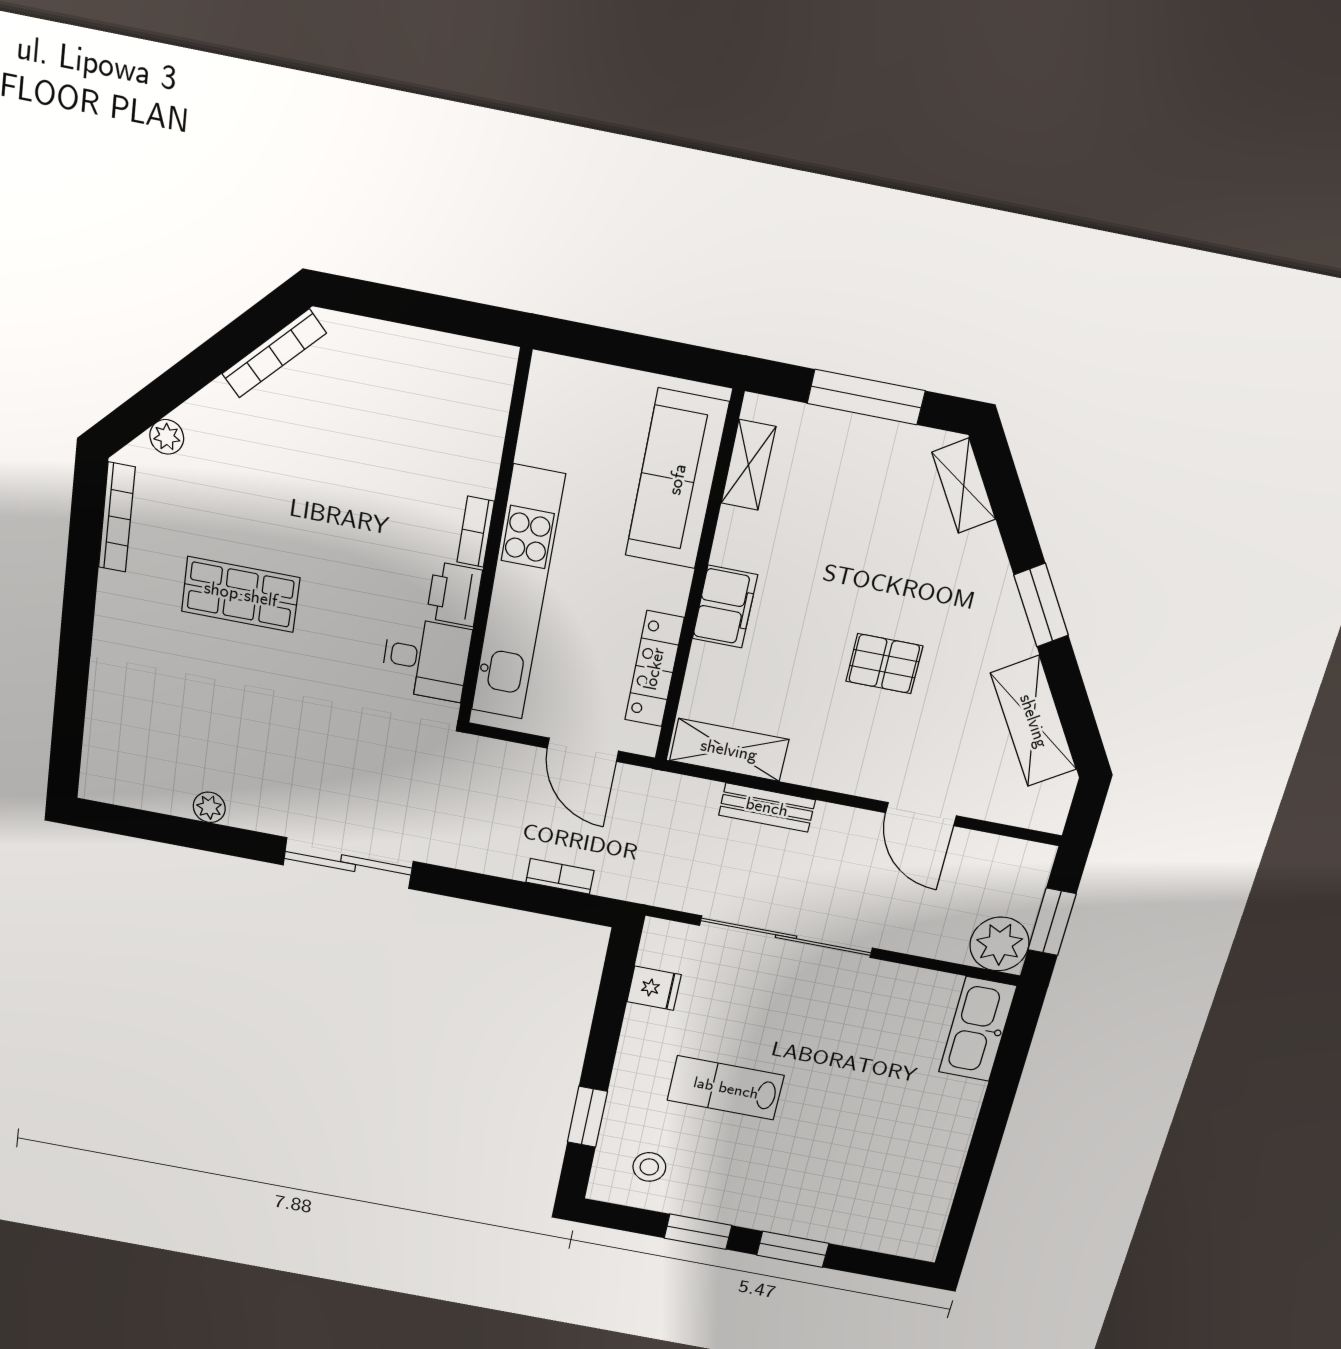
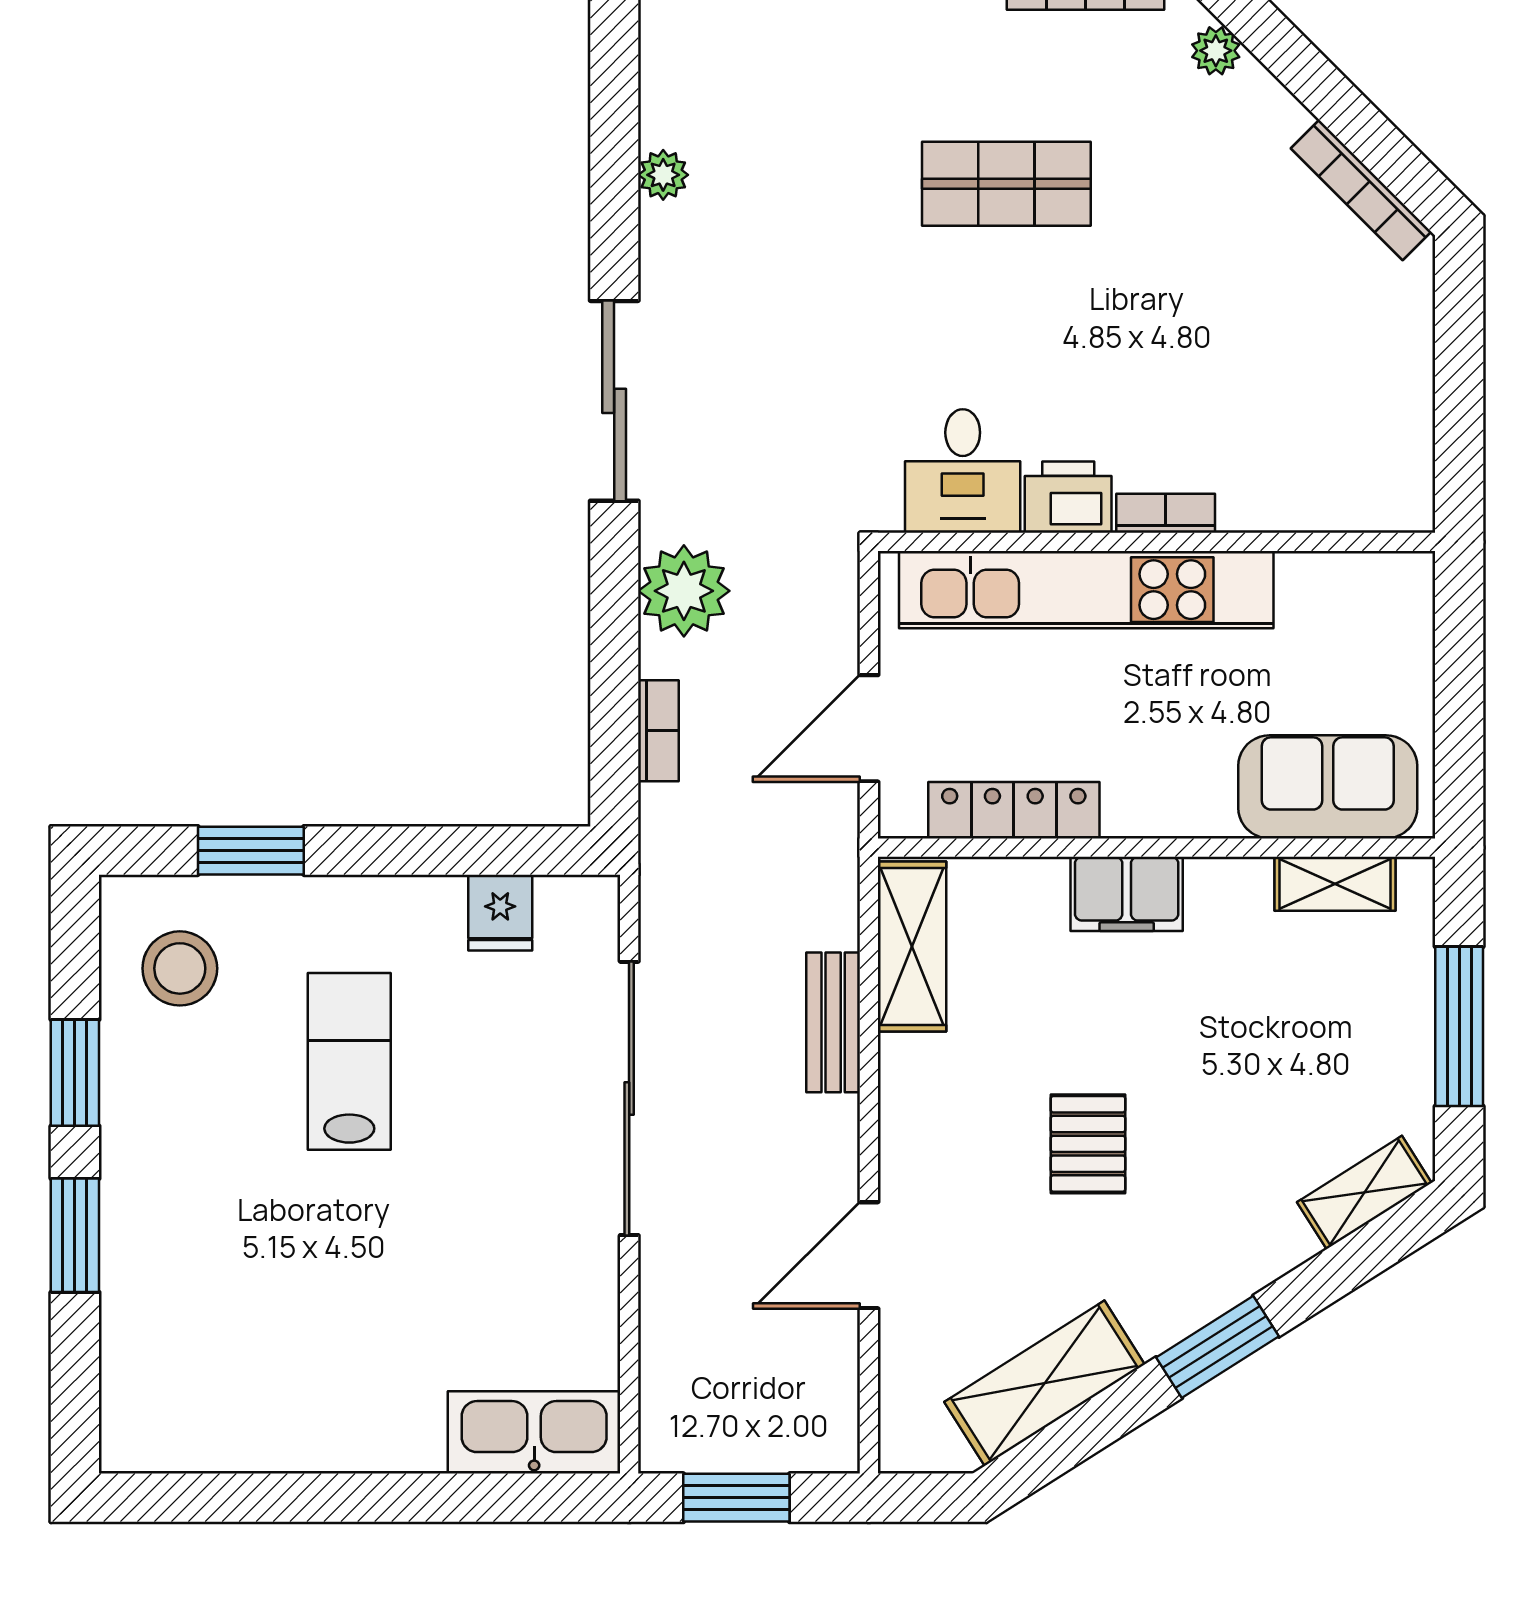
sofa: (677, 479) -> (1328, 787), width x0.73
shop shelf: (241, 594) -> (1006, 184), turned 90
plant: (999, 944) -> (684, 591), moved
stool: (649, 1167) -> (180, 968), width x1.38, depth x1.38

